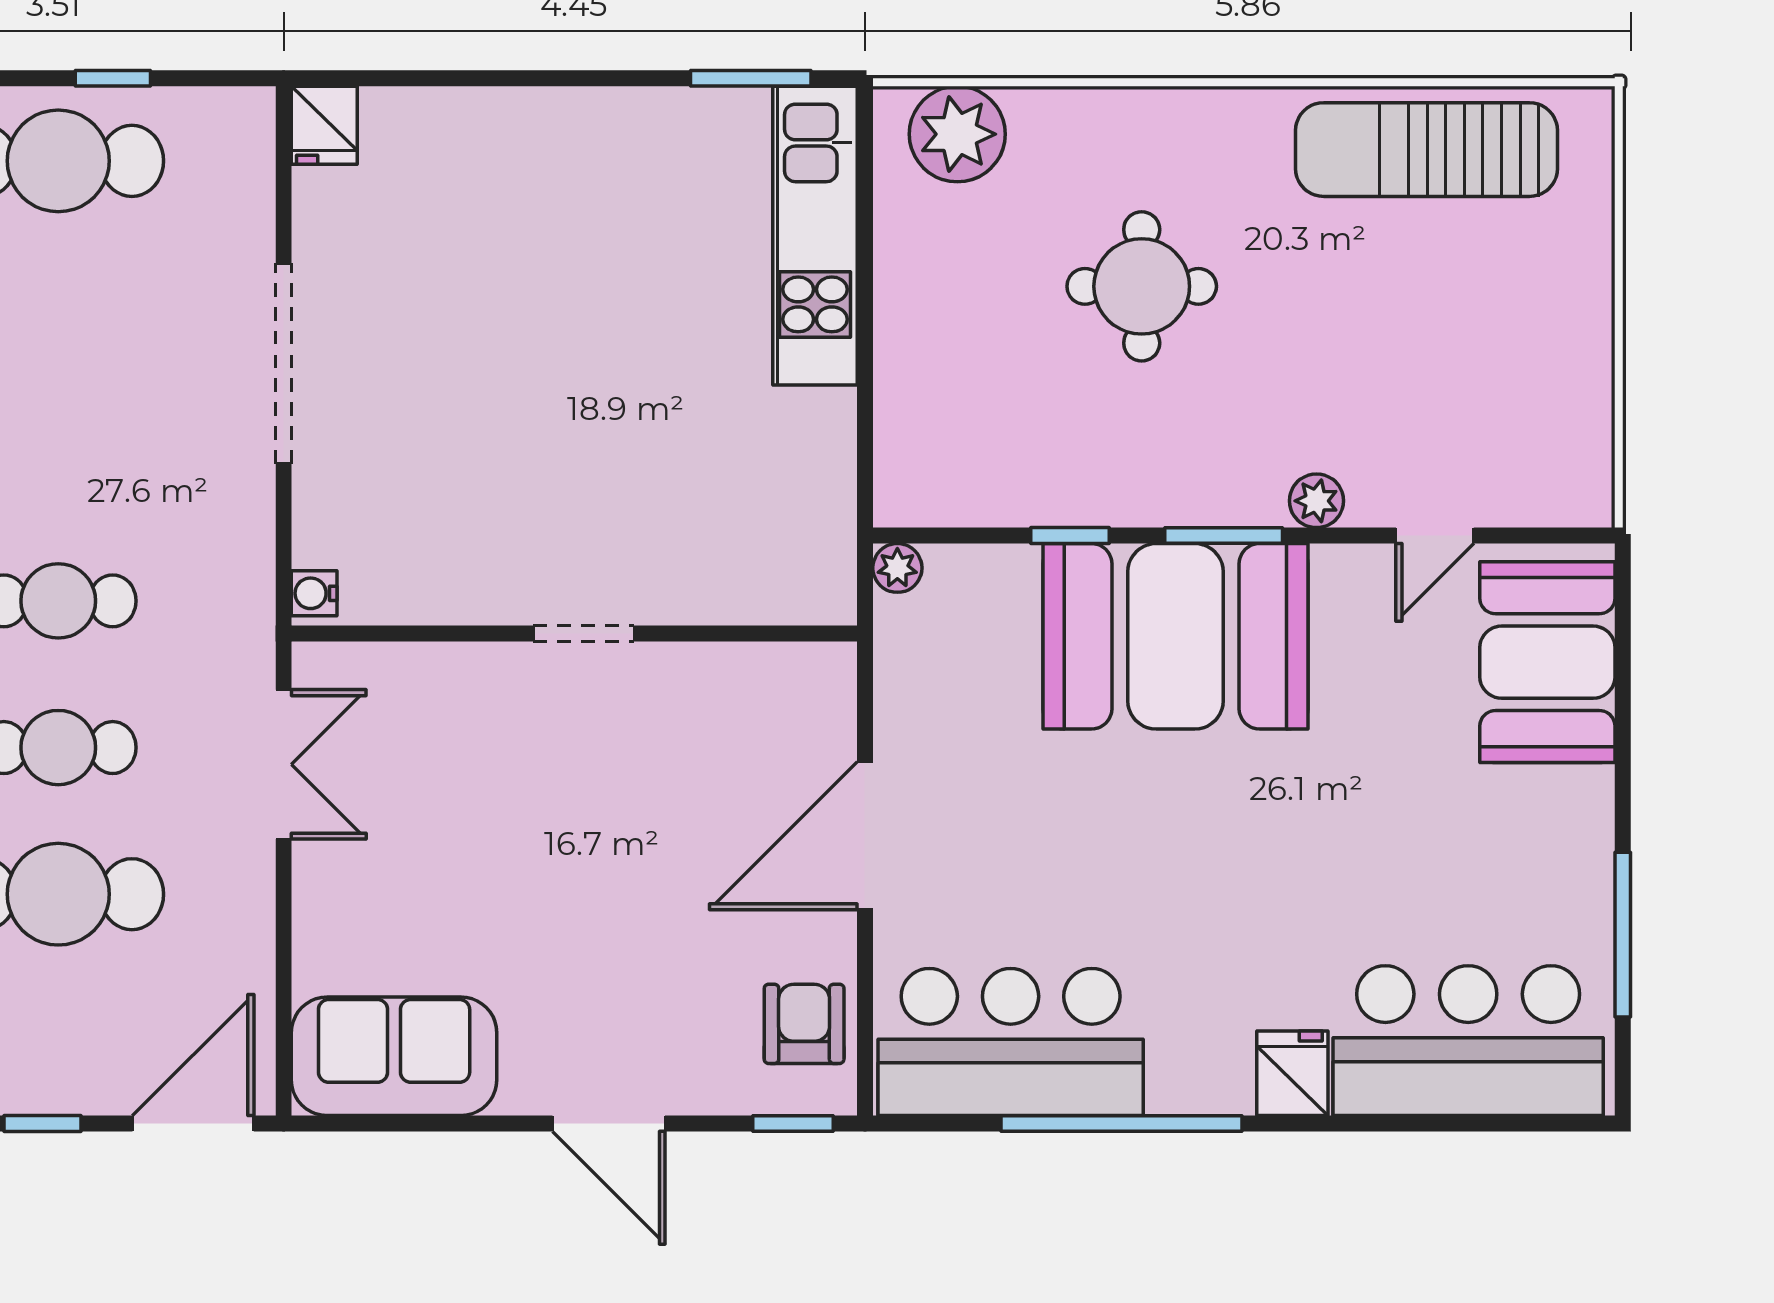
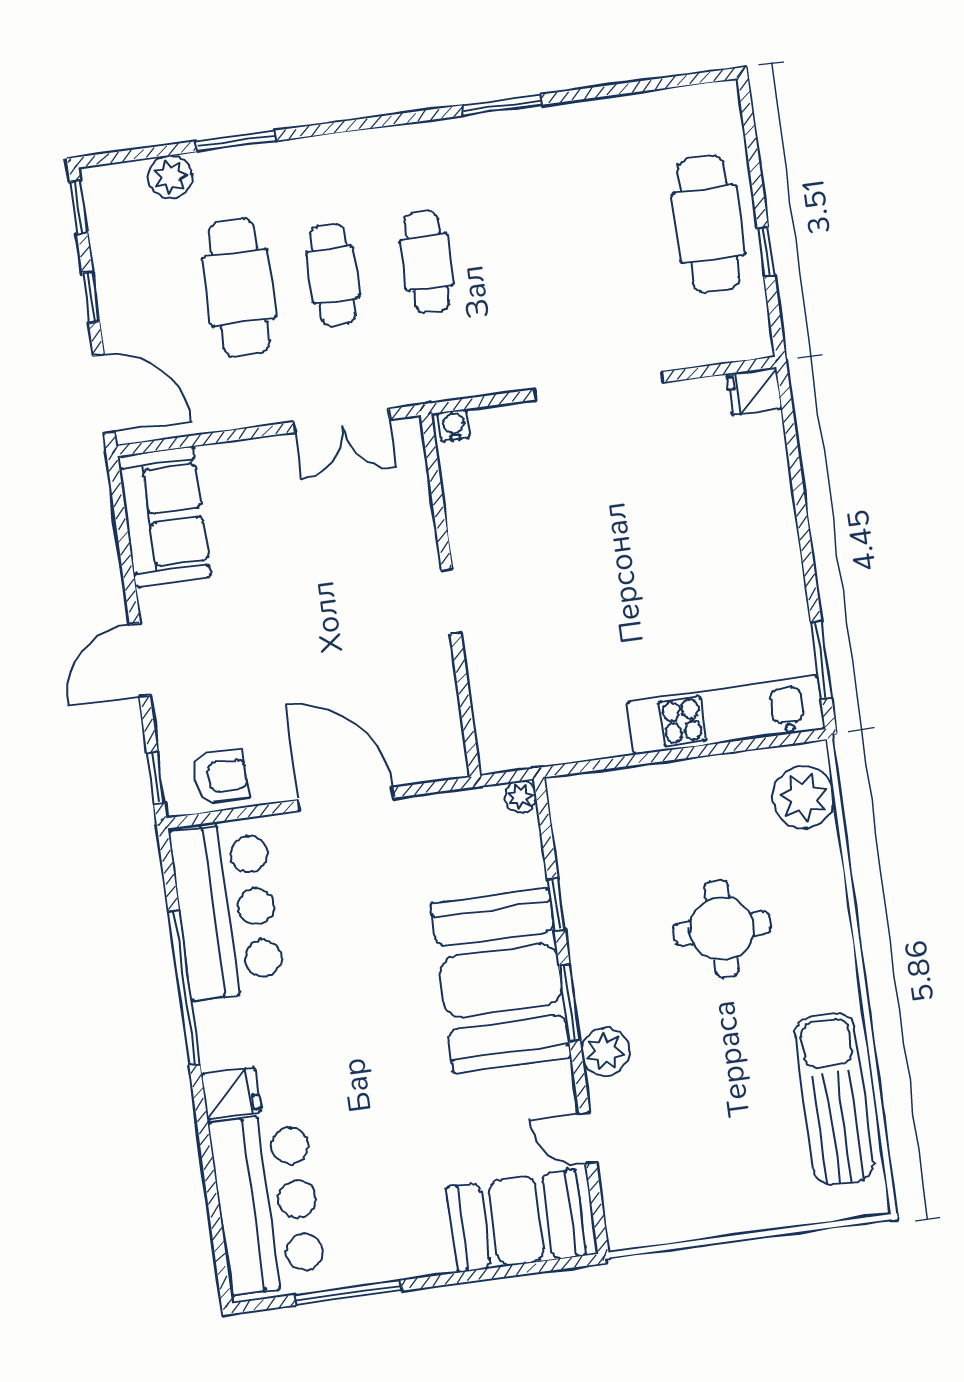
plant: (1316, 501) -> (605, 1052), width x1.38, depth x1.38

